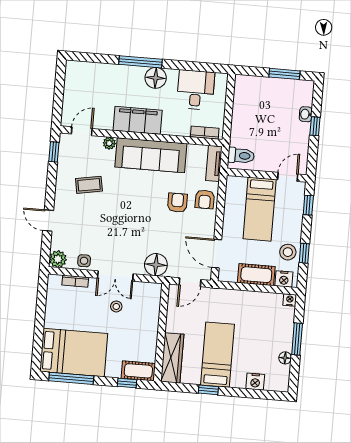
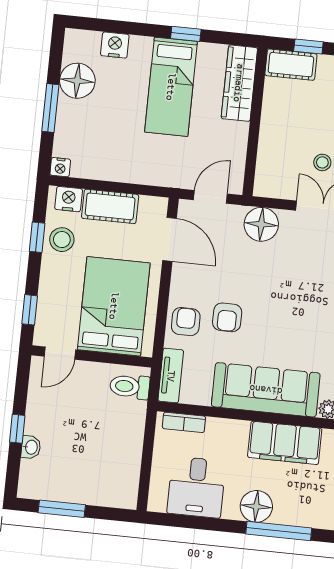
bed: (260, 209) -> (114, 306), width x1.50
floor lamp: (285, 358) -> (77, 81), width x1.89, depth x1.89

